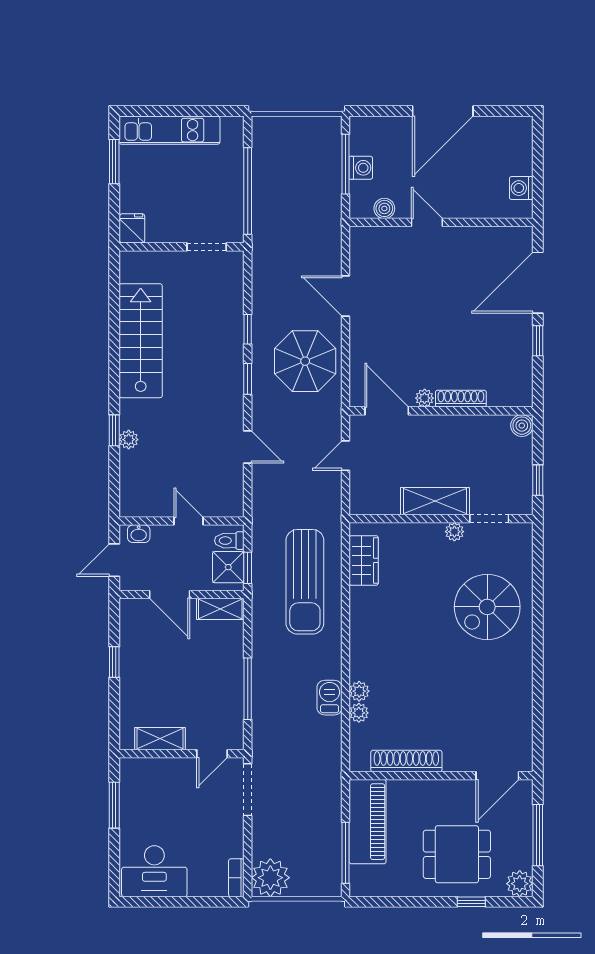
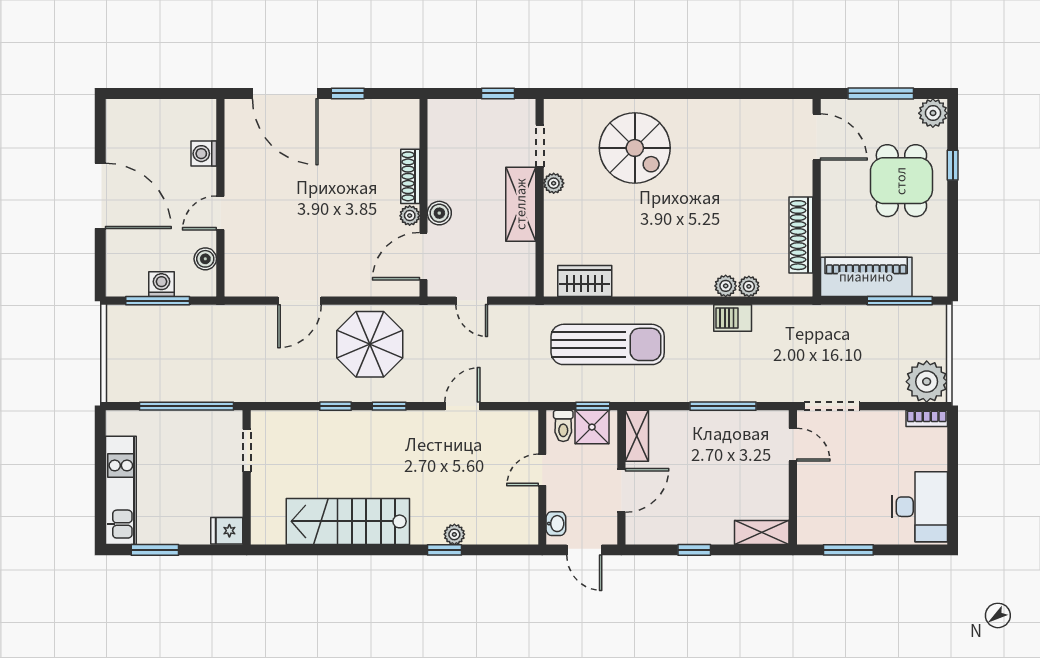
washing machine: (521, 188) -> (204, 154), moved, turned 90
boiler: (522, 426) -> (439, 213), moved
shelving: (160, 739) -> (762, 532), moved, turned 90

